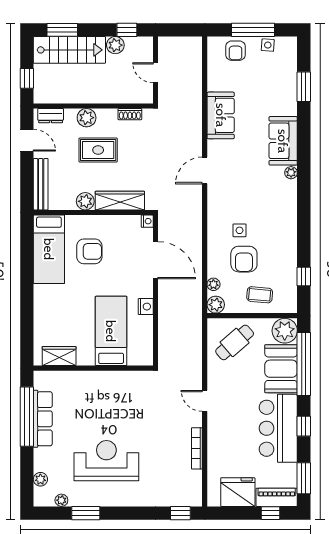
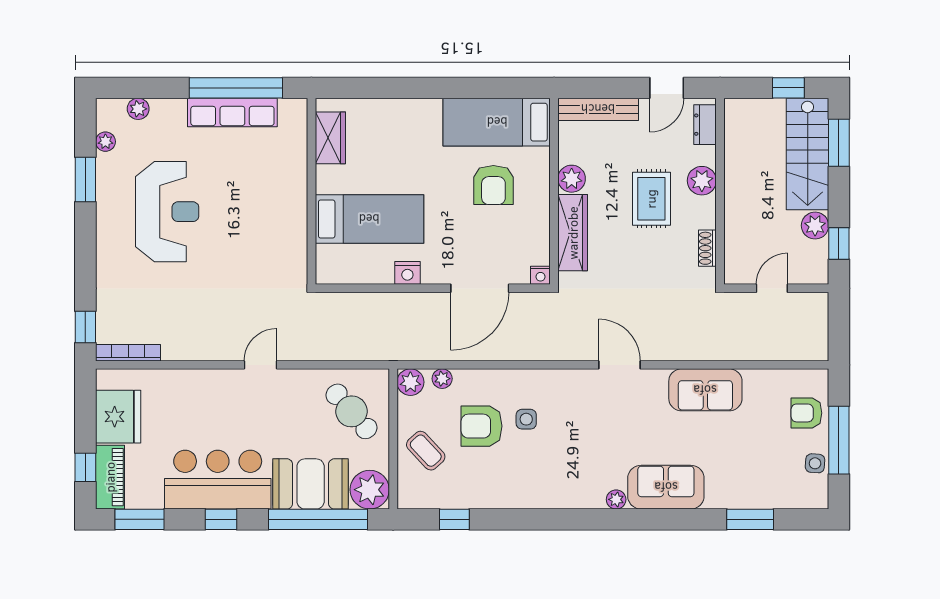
window: (27, 78) -> (788, 88), moved
coffee table: (260, 295) -> (426, 451), turned -48
bookcase: (197, 448) -> (128, 353), moved

